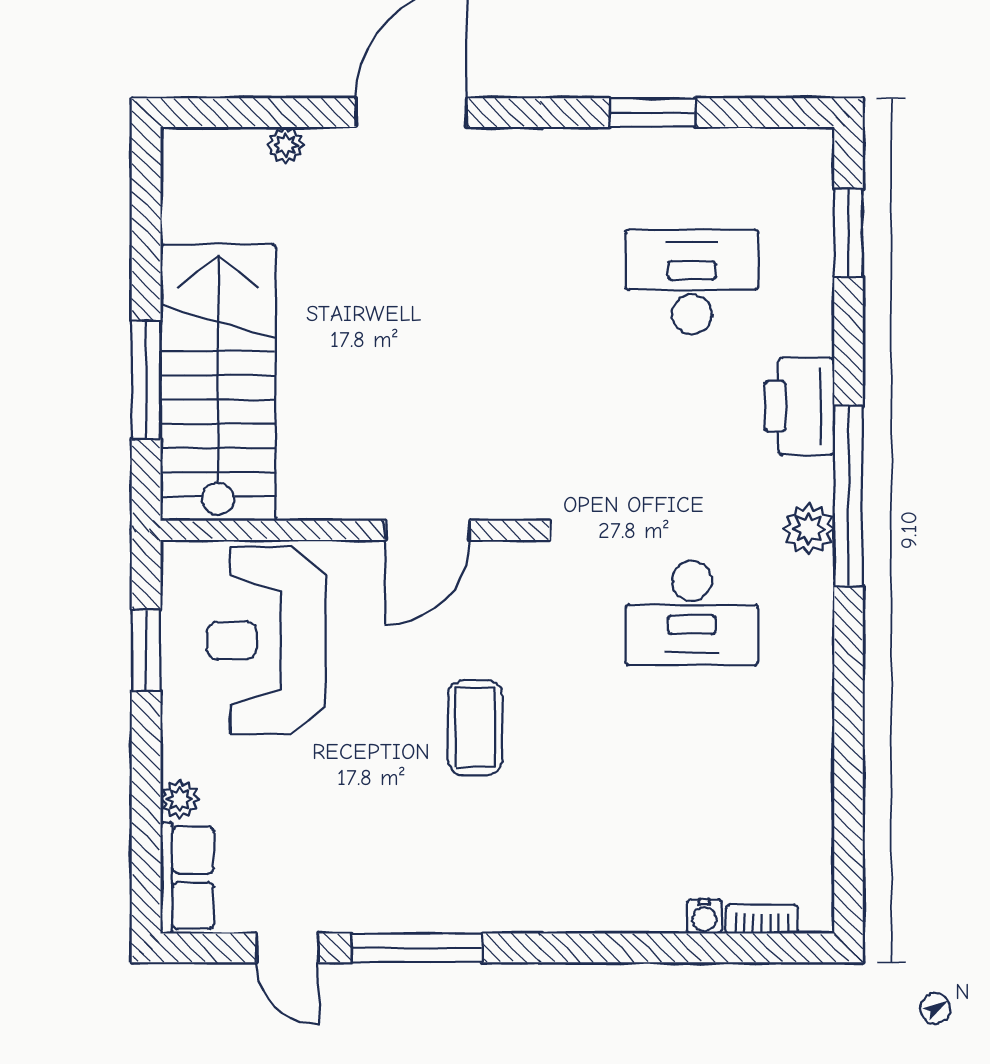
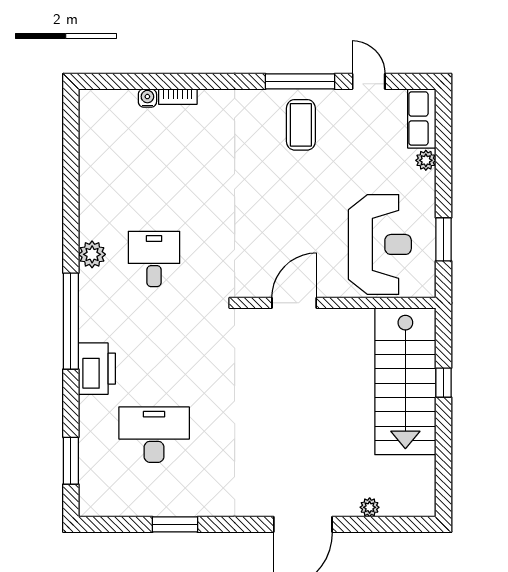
desk: (692, 282) -> (154, 435), turned 180
window: (146, 380) -> (444, 383), width x0.46
plant: (809, 529) -> (92, 254), moved
desk: (692, 613) -> (154, 259), width x0.73
coffee table: (475, 728) -> (301, 125), moved
bookcase: (762, 919) -> (178, 97), moved

